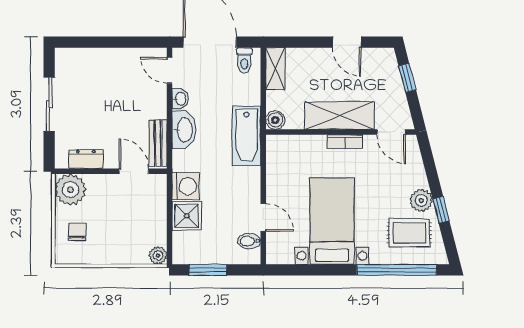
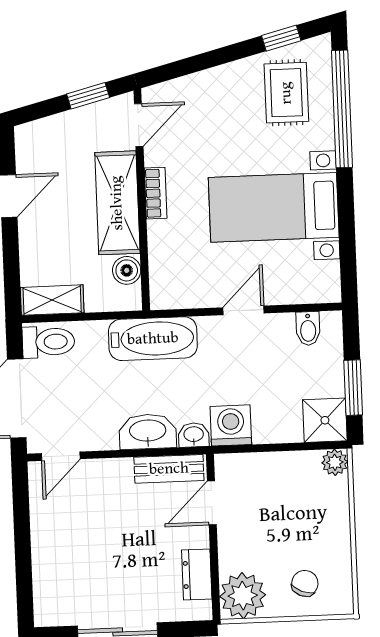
toilet: (244, 60) -> (48, 342), width x1.37, depth x1.39
window: (407, 78) -> (88, 96), moved
washbasin: (180, 99) -> (194, 435), moved
boiler: (275, 120) -> (127, 270), moved
plant: (421, 200) -> (238, 77), removed
window: (441, 210) -> (281, 38), moved
shower: (187, 216) -> (325, 420), moved
door: (263, 217) -> (243, 310), moved
chair: (77, 232) -> (305, 583), turned 112

